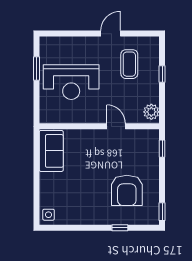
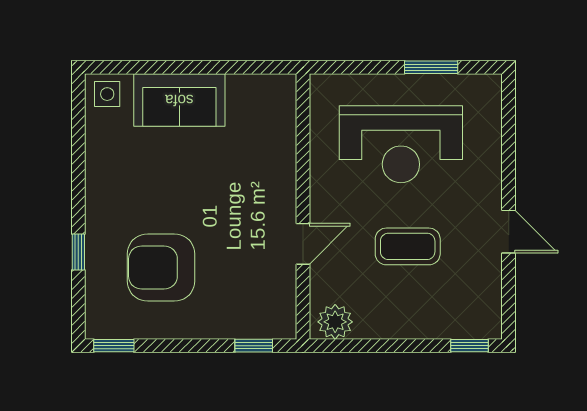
coffee table: (129, 64) -> (408, 246), moved
window: (162, 74) -> (469, 346), moved
reception desk: (71, 82) -> (401, 144), turned -90
sofa: (51, 151) -> (179, 100), moved

